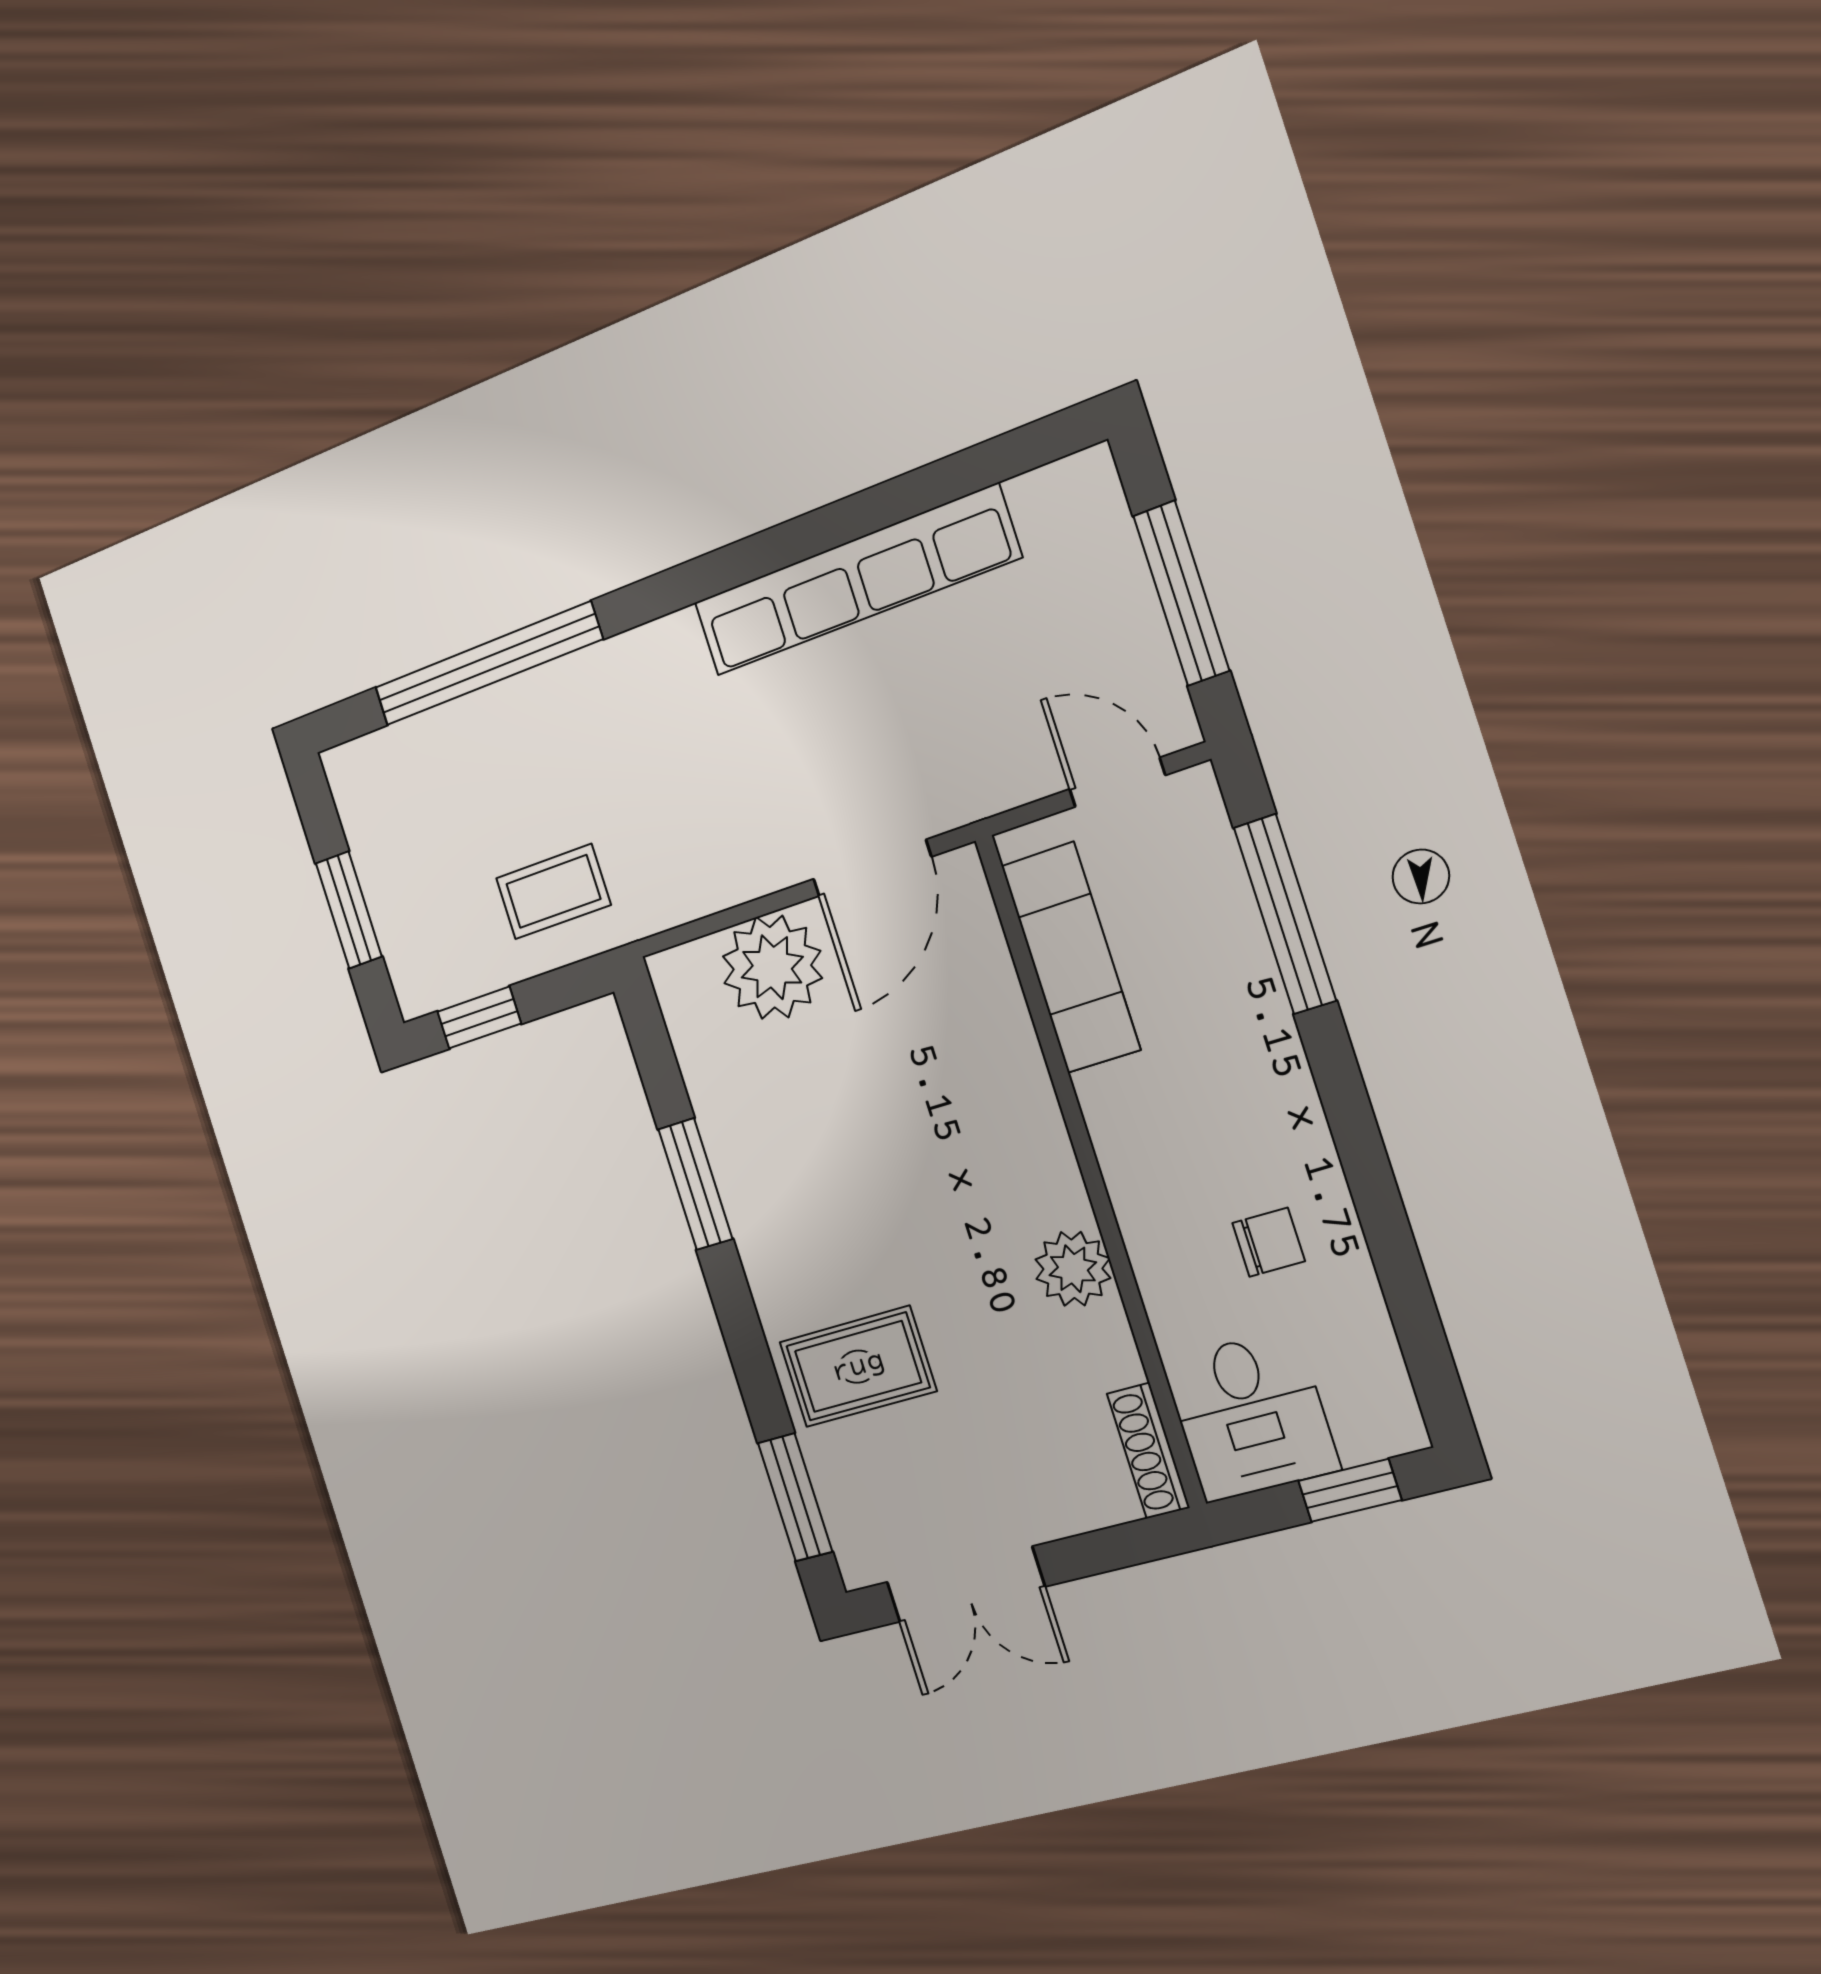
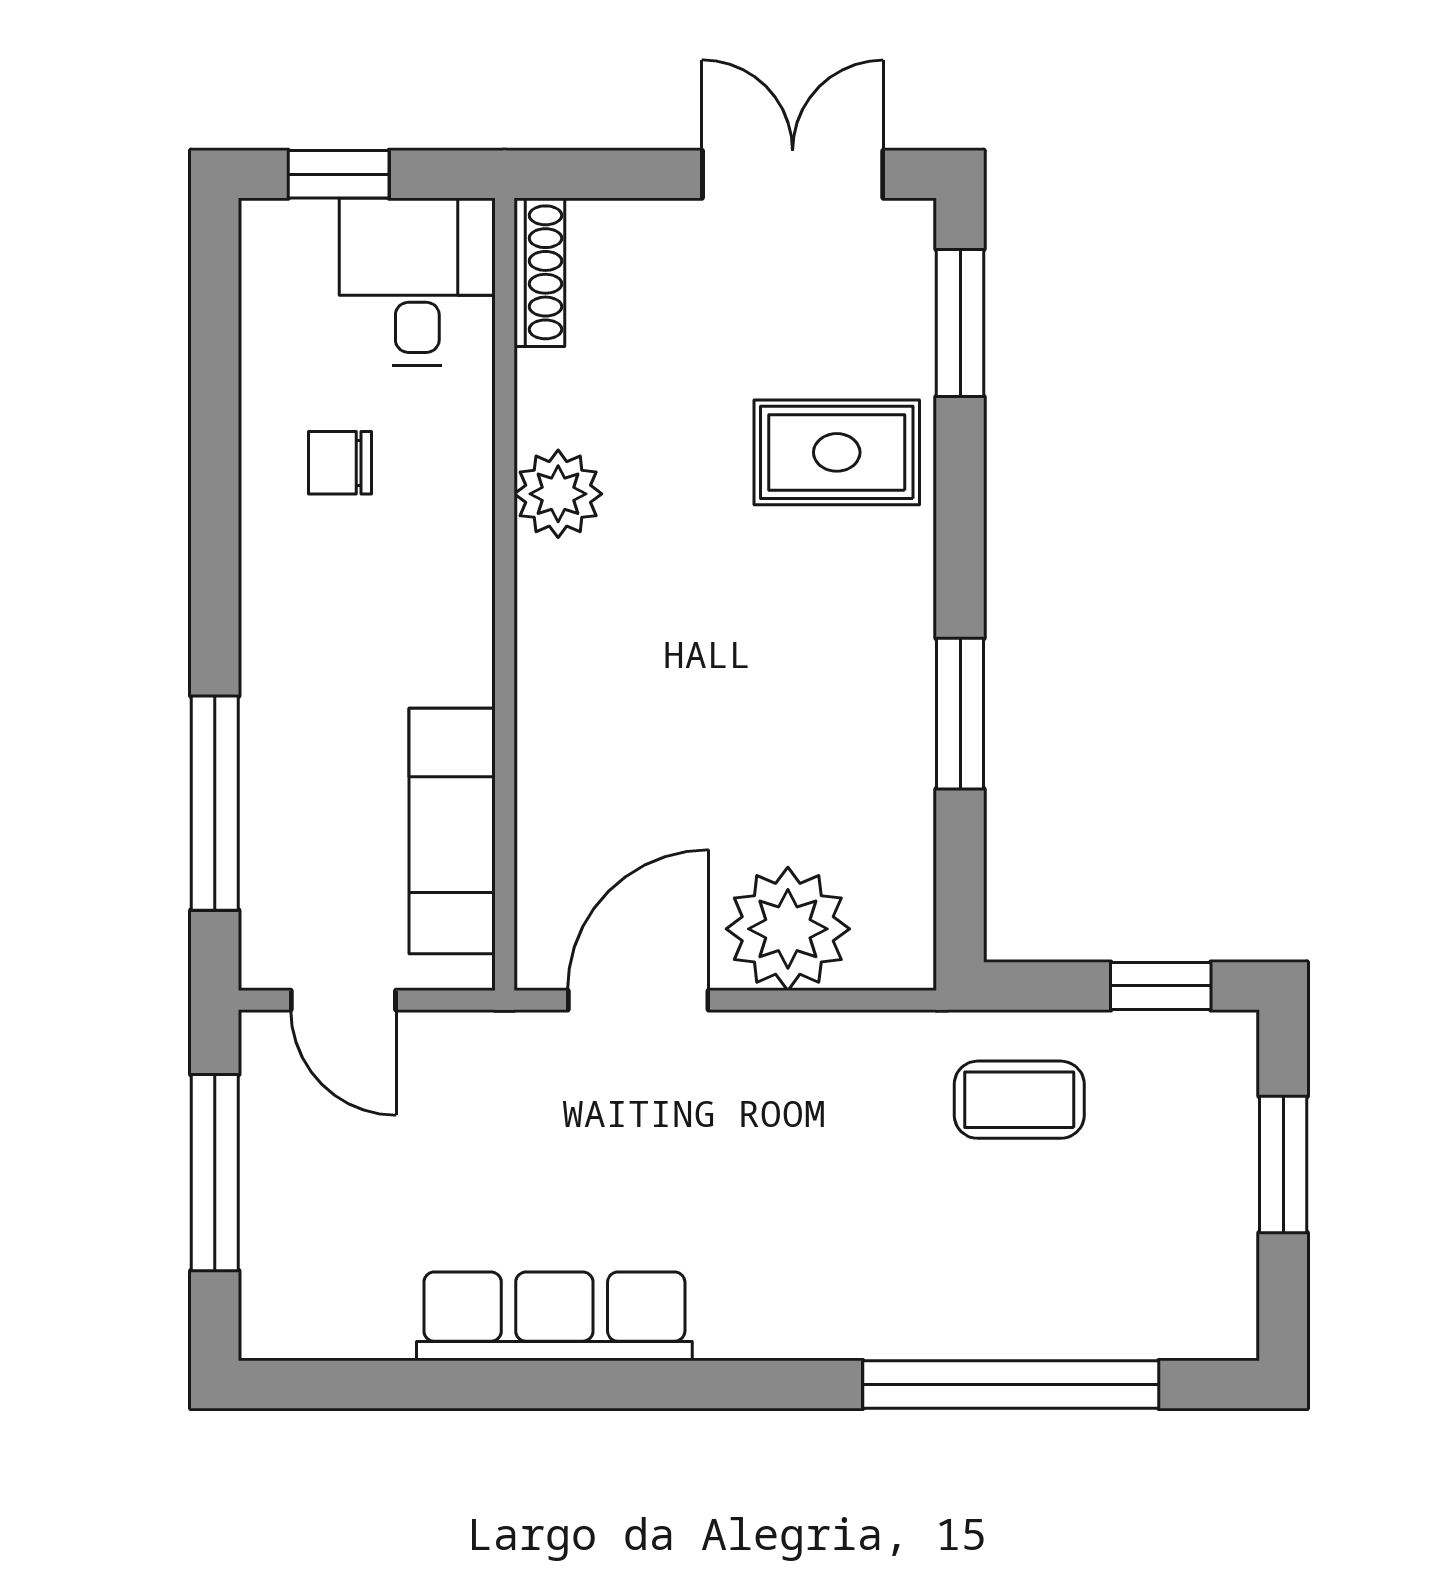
row of seats: (855, 581) -> (554, 1316), width x0.73

